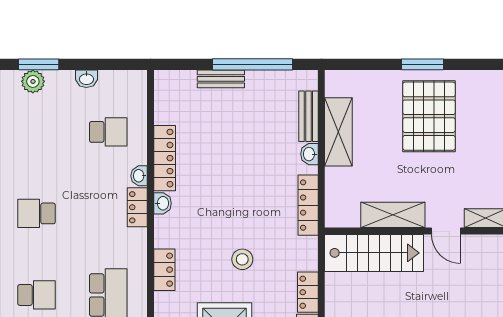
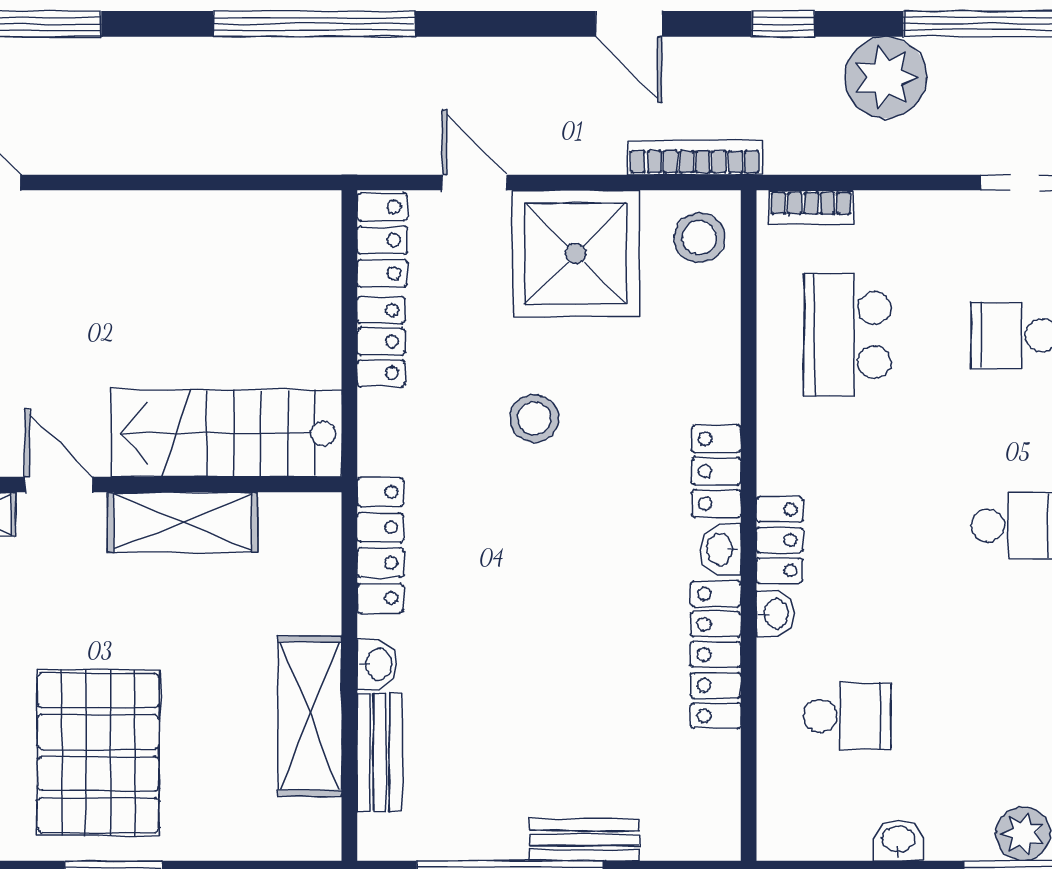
school desk: (108, 132) -> (847, 716), turned 180
locker: (164, 270) -> (716, 471), moved

